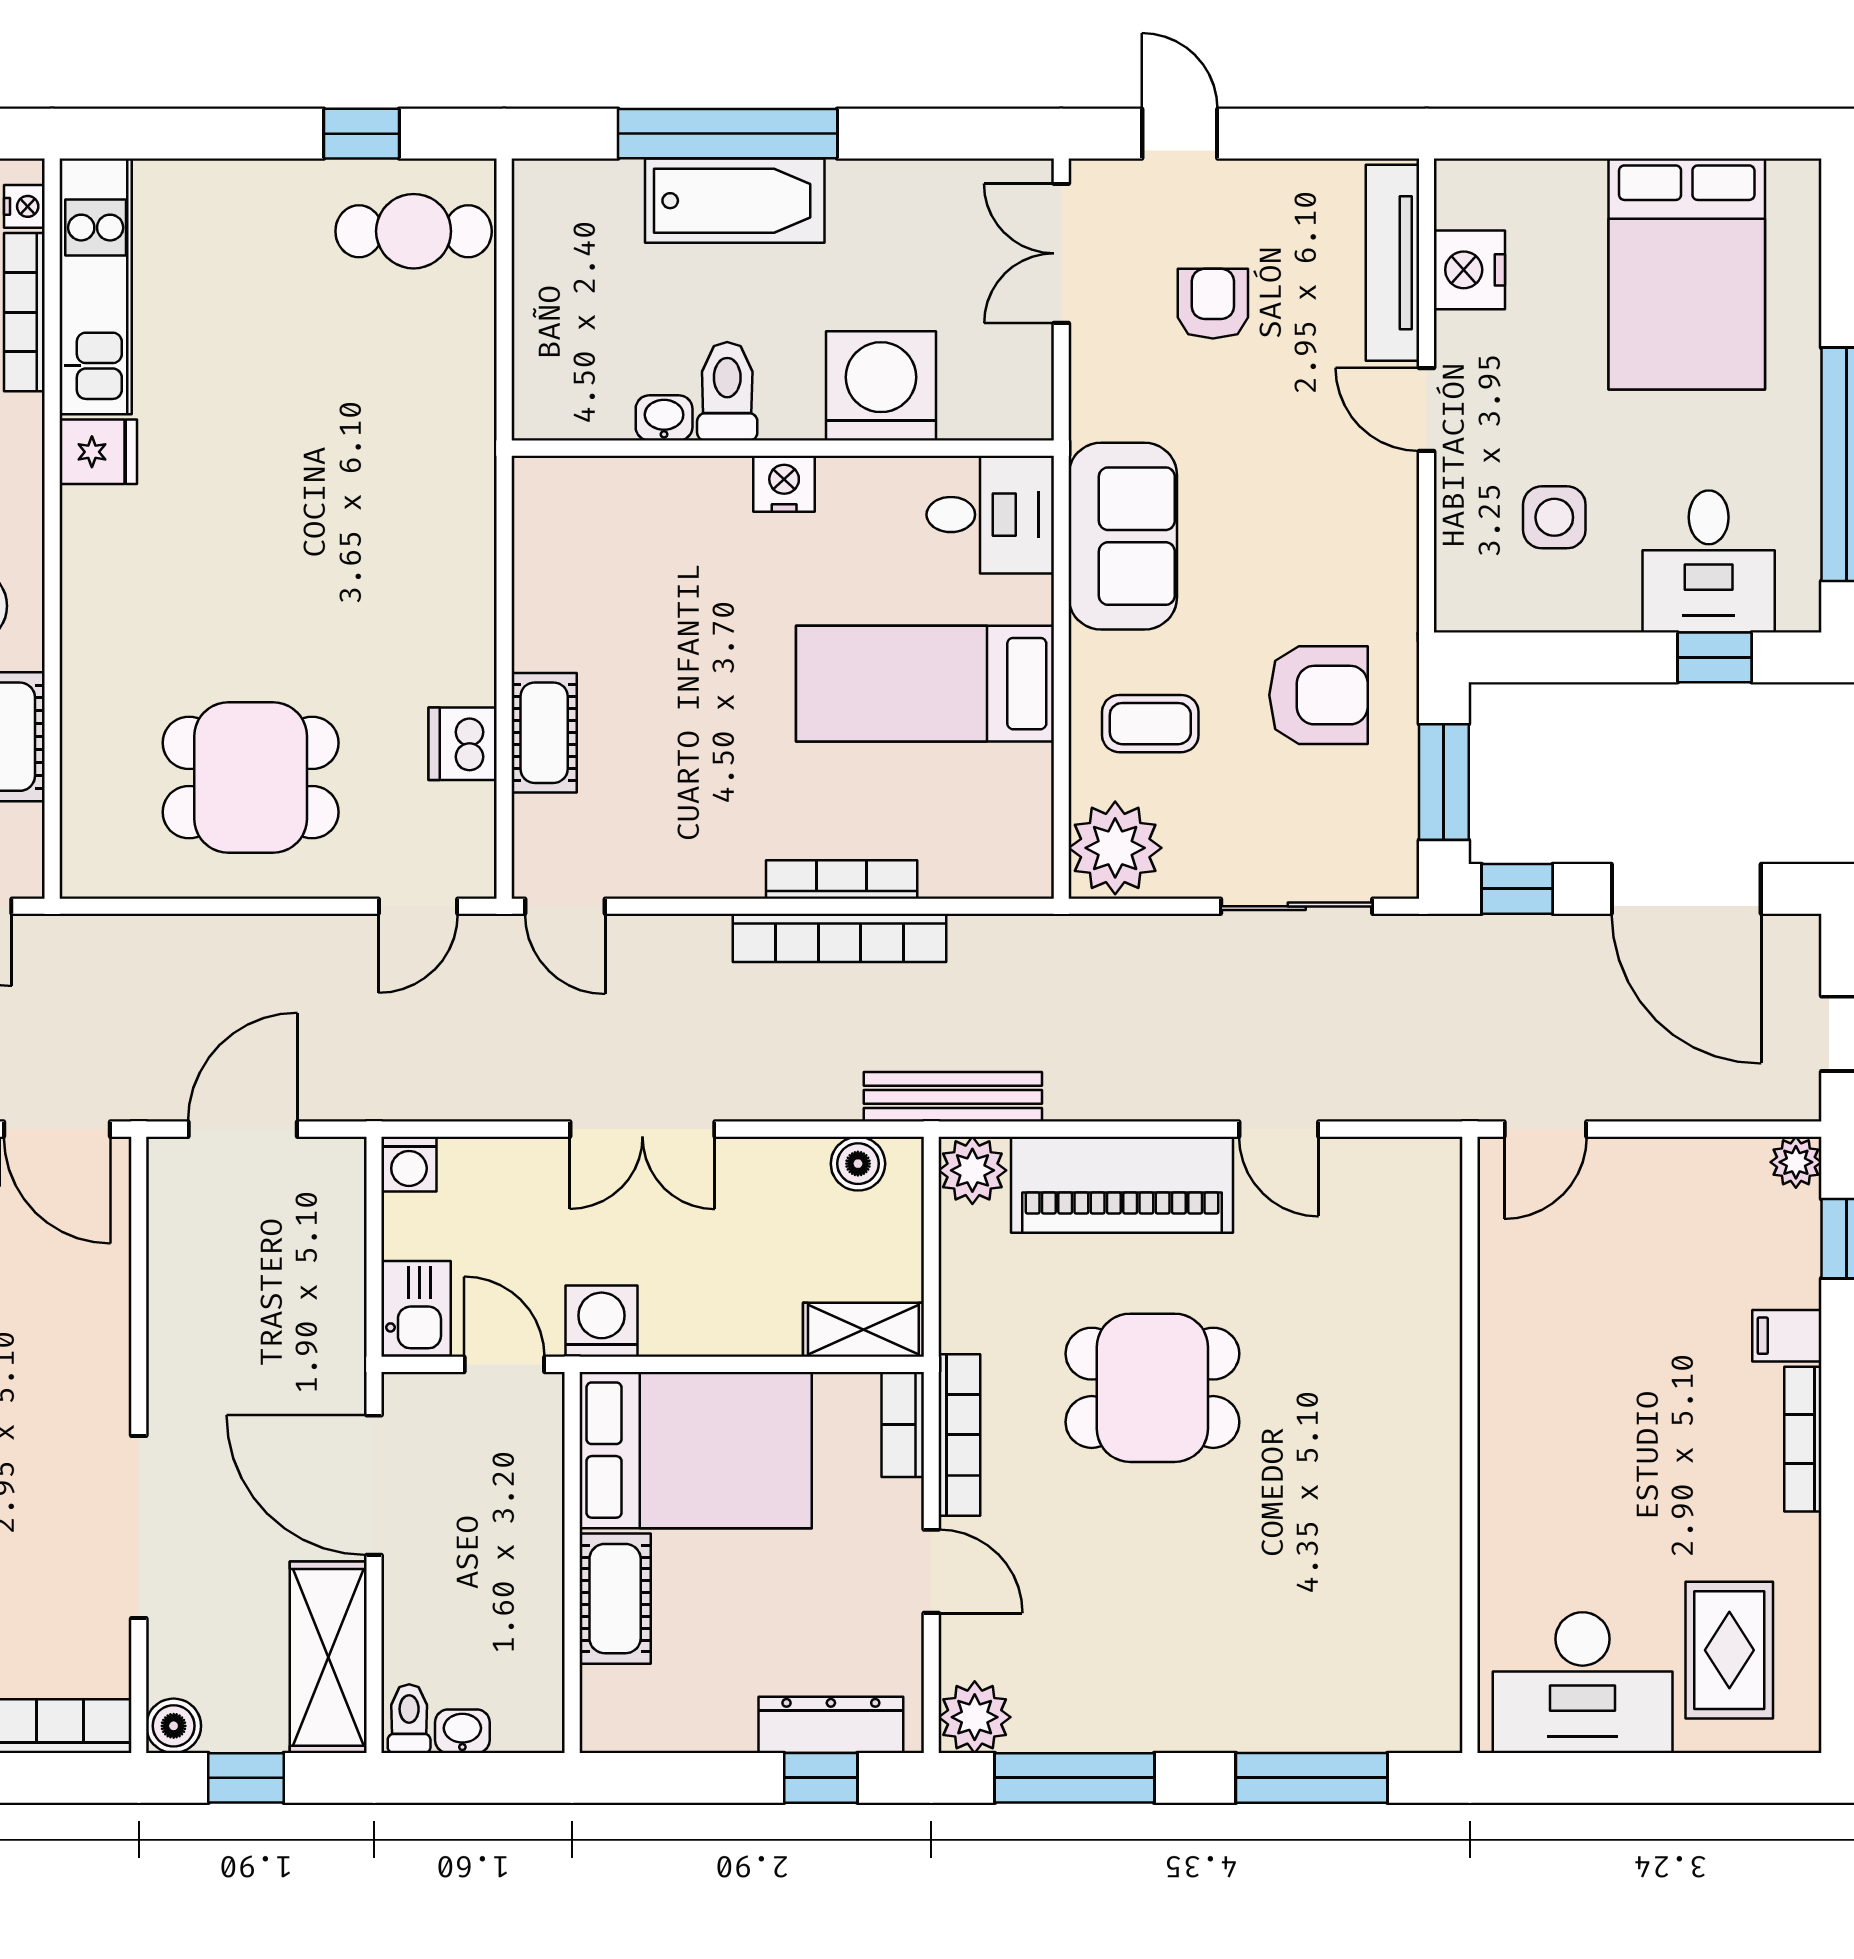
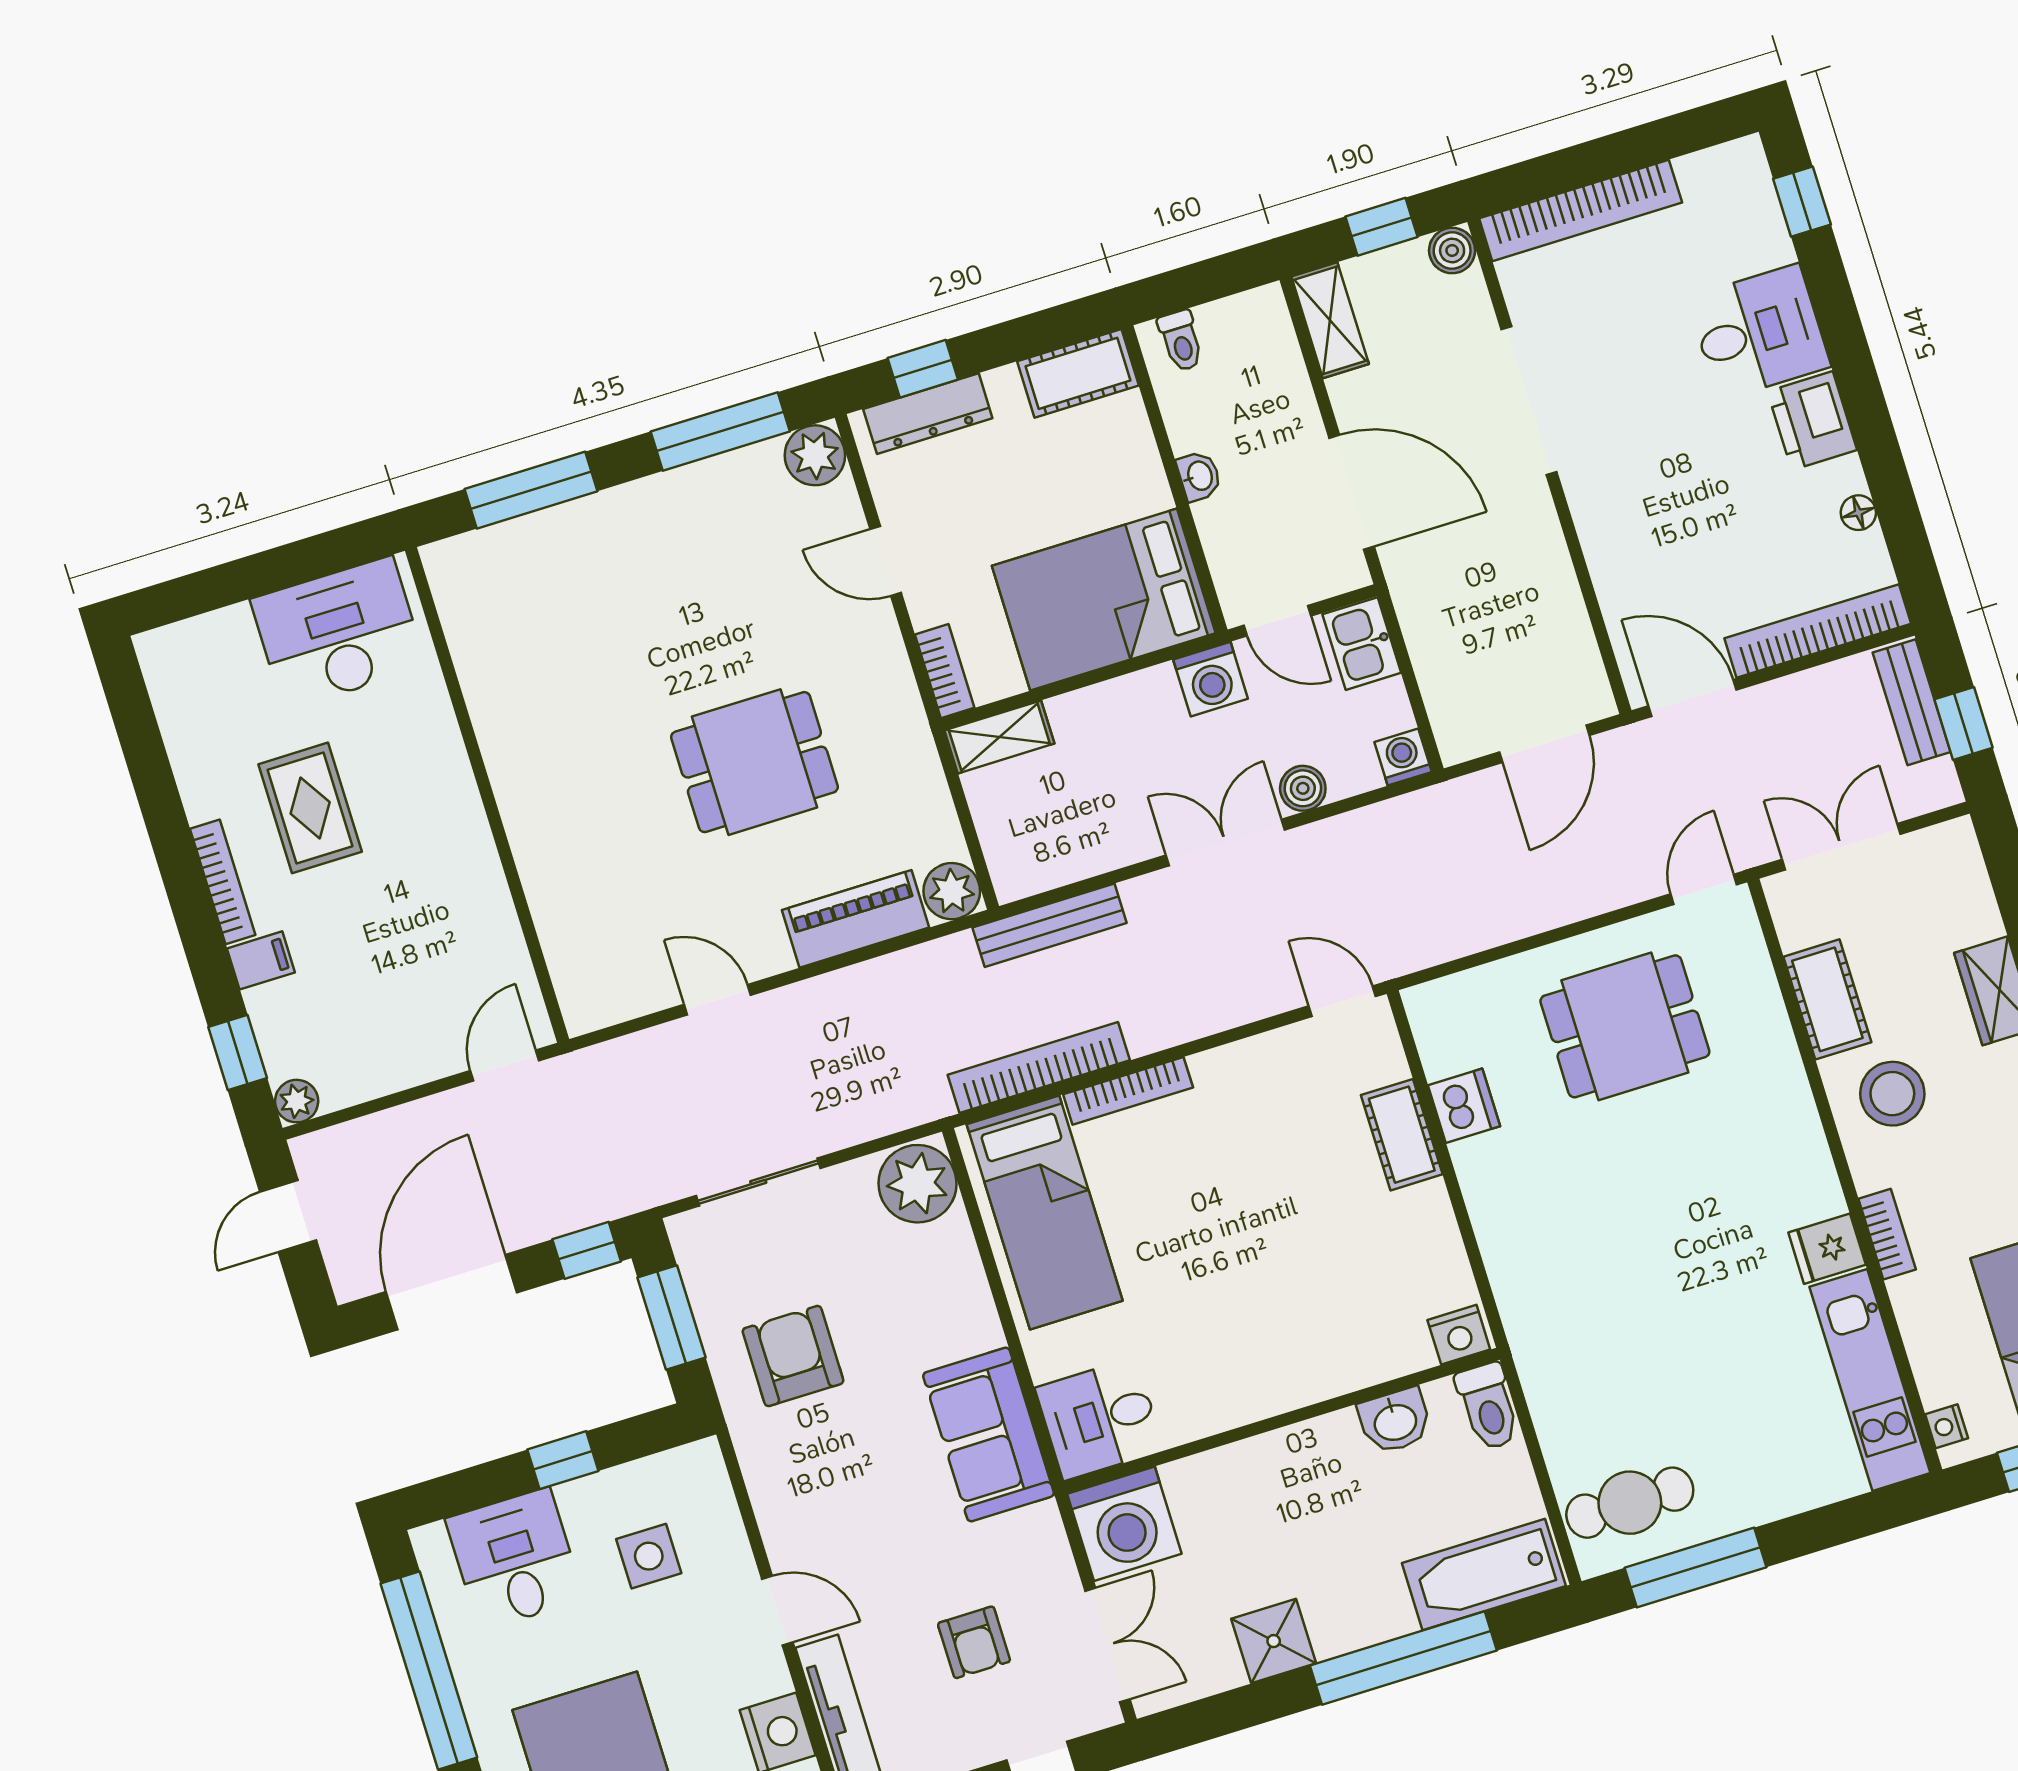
window: (362, 134) -> (1695, 1568), width x2.17
shower: (870, 199) -> (1274, 1641), added
bathtub: (735, 201) -> (1484, 1574), moved
bookcase: (24, 312) -> (1887, 1234), moved, width x0.64
washing machine: (881, 386) -> (1124, 1524), moved
toilet: (727, 391) -> (1488, 1406), moved
washbasin: (664, 418) -> (1395, 1421), width x1.38, depth x1.45
nightstand: (784, 484) -> (1459, 1335), moved
window: (1715, 657) -> (563, 1460), moved
bed: (925, 684) -> (1045, 1213), moved, turned 90
armchair: (1319, 695) -> (793, 1356), turned 90
coffee table: (1150, 724) -> (920, 1292), removed
door: (1686, 889) -> (452, 1292), hinge flipped
door: (418, 906) -> (1704, 889), moved
bookcase: (839, 938) -> (1039, 1068), moved
bench: (953, 1097) -> (1050, 925), moved
boiler: (858, 1164) -> (1303, 788), moved
piano: (1122, 1185) -> (855, 919), width x0.73, depth x0.75
bookcase: (959, 1435) -> (897, 677), removed
cot: (615, 1599) -> (1078, 373), moved, turned 90
rug: (1729, 1650) -> (310, 808), moved
shelving: (328, 1657) -> (1330, 320), width x0.67, depth x0.75
toilet: (409, 1719) -> (1181, 341), moved
washbasin: (462, 1731) -> (1199, 476), moved, turned -90

